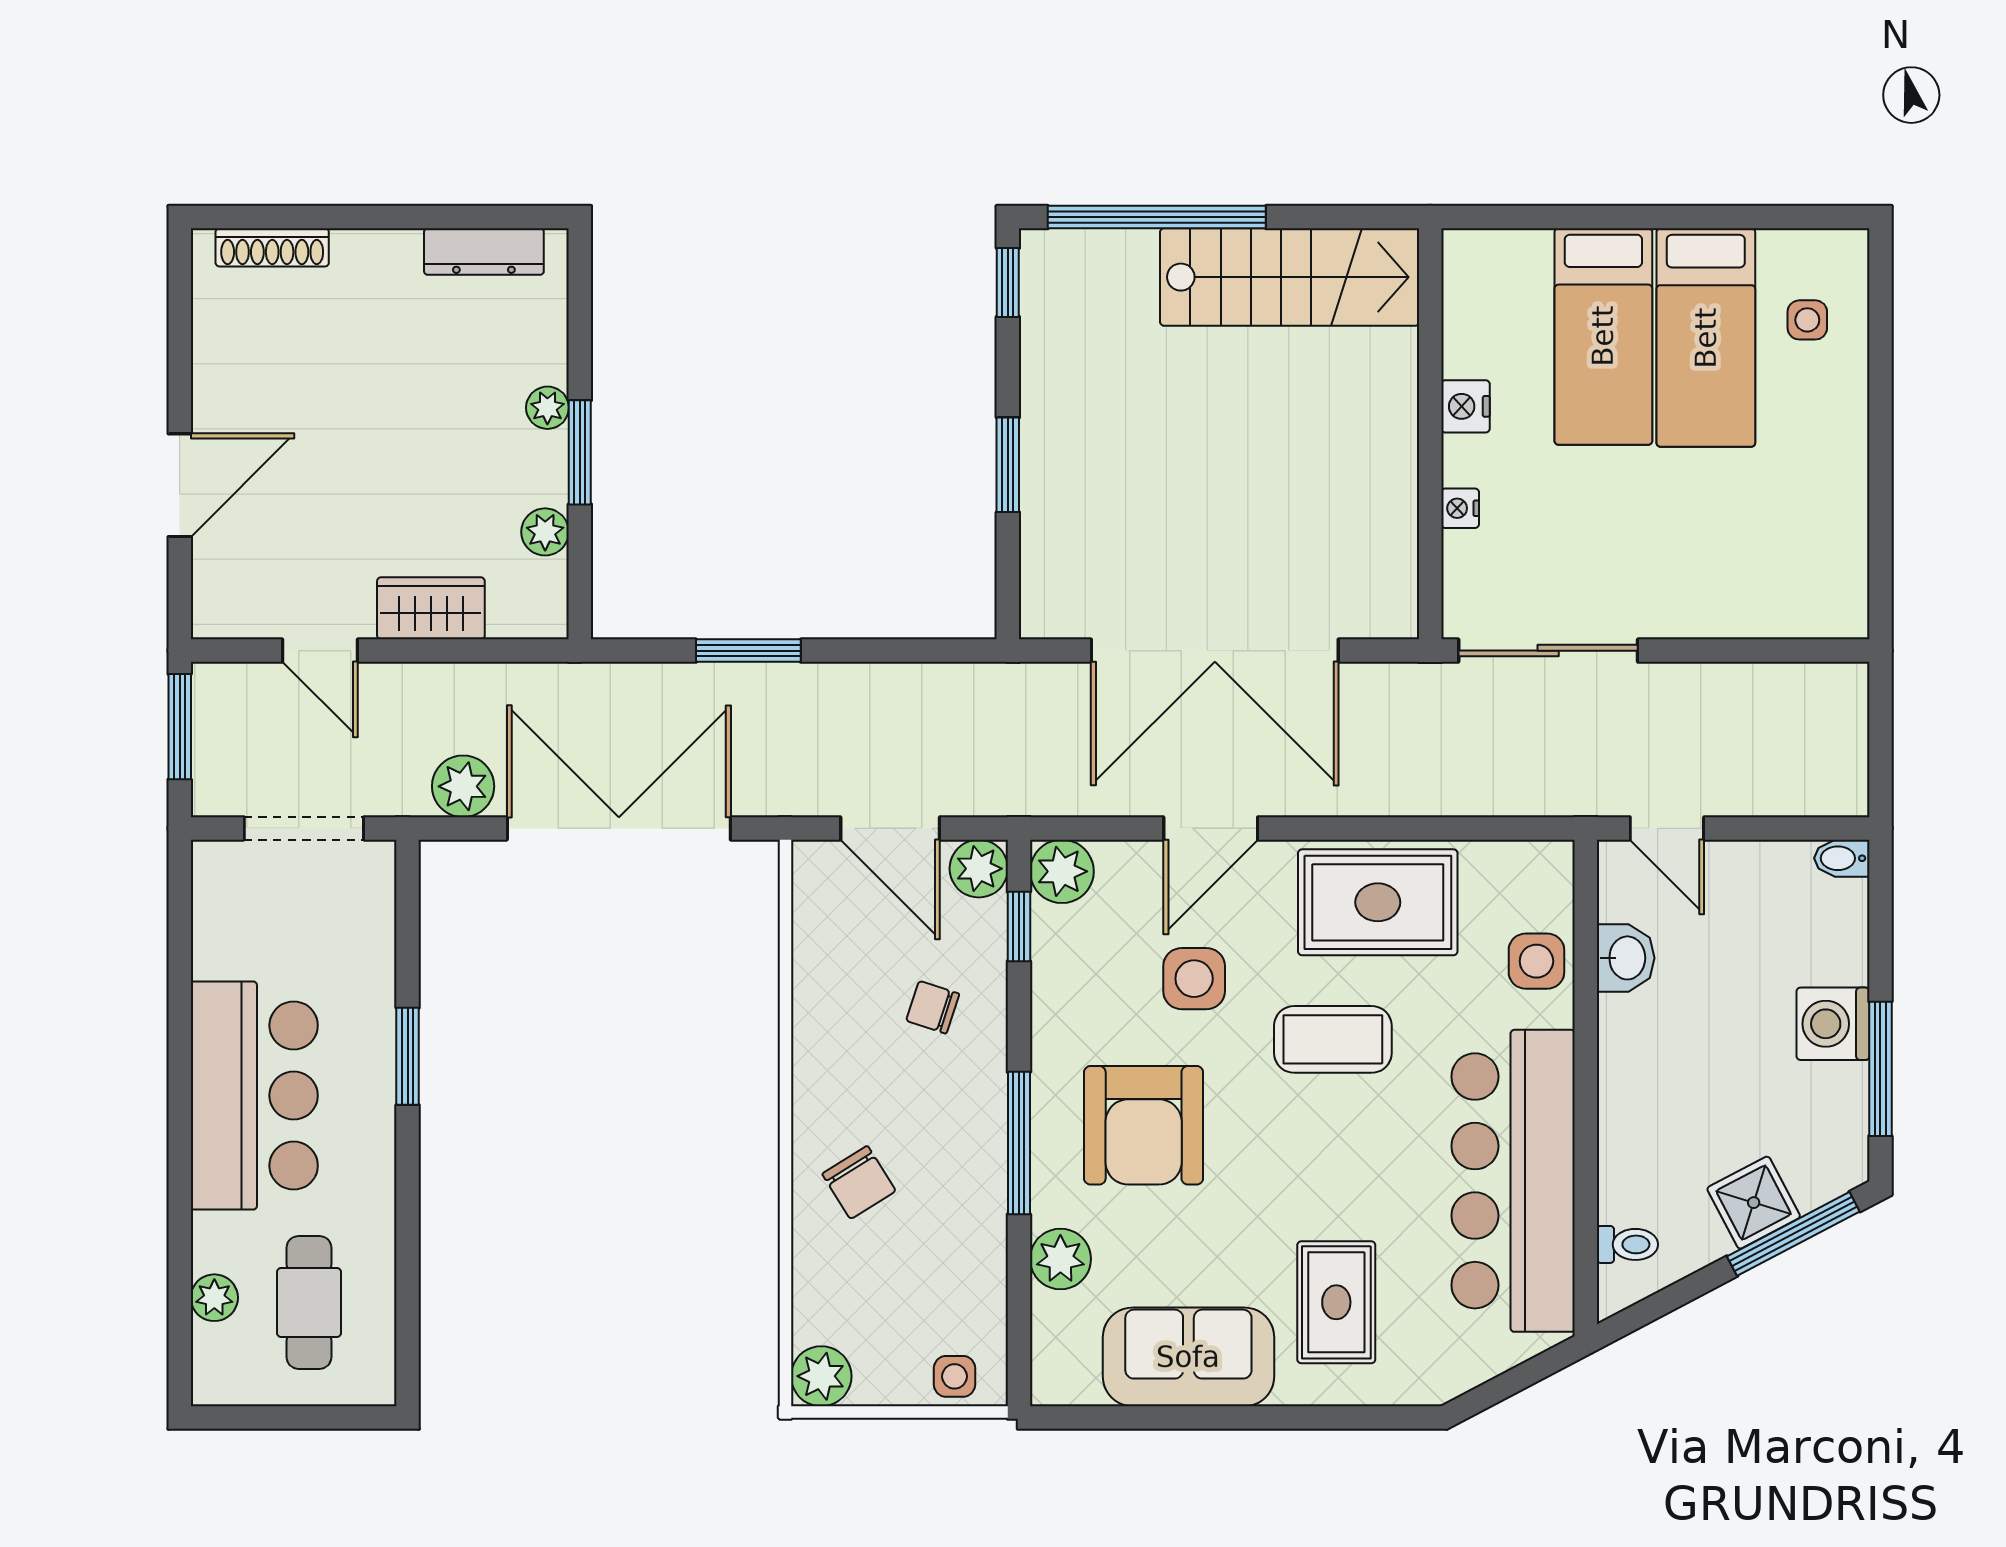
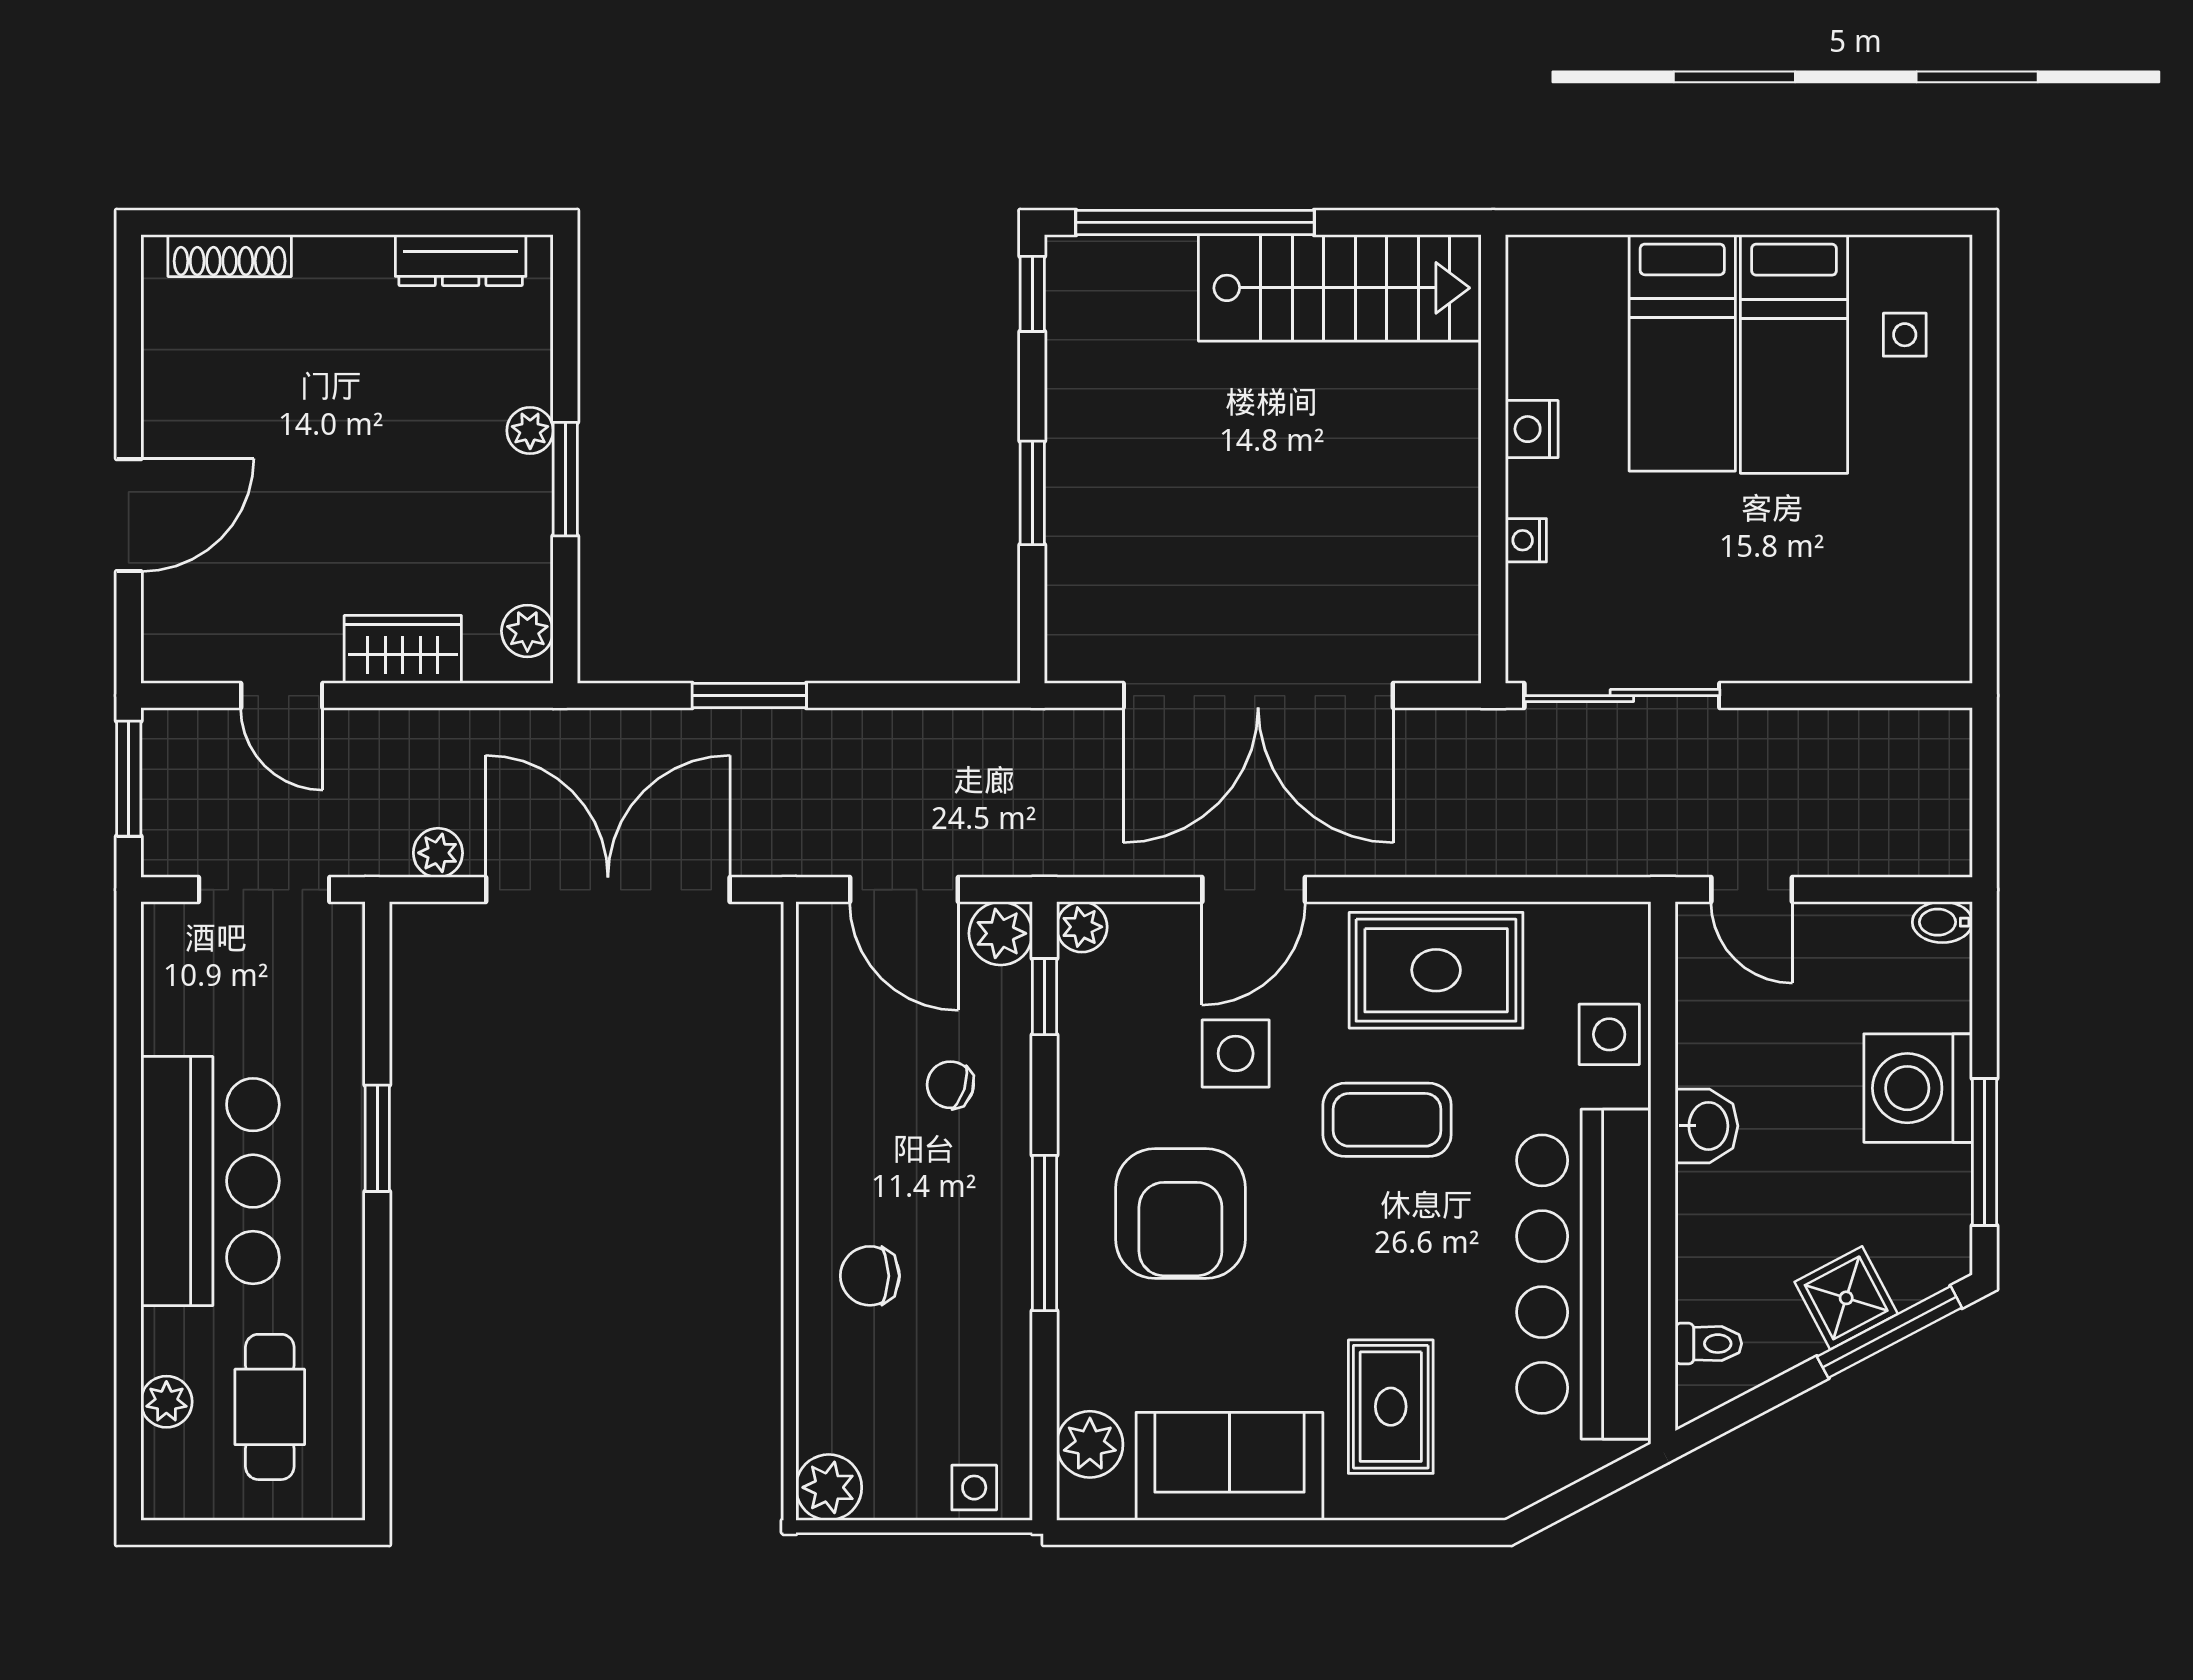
plant: (545, 532) -> (527, 631), moved
plant: (463, 786) -> (438, 853), width x0.73, depth x0.73
plant: (1062, 871) -> (1082, 927), width x0.73, depth x0.73
washbasin: (1626, 958) -> (1706, 1126), moved
washing machine: (1833, 1024) -> (1918, 1088), width x1.37, depth x1.37
chair: (859, 1182) -> (870, 1276), turned 122
plant: (1060, 1259) -> (1090, 1444), moved

